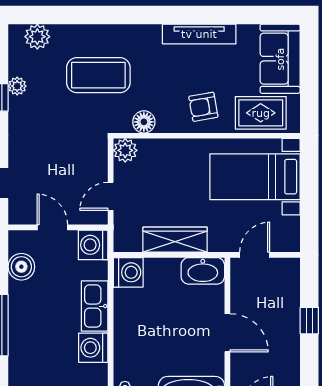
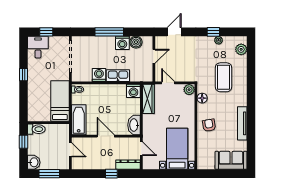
rug: (261, 113) -> (206, 151), removed
wardrobe: (175, 240) -> (148, 99), moved
washing machine: (93, 245) -> (122, 43), moved, turned 180
dresser: (290, 284) -> (128, 165), added
door: (227, 333) -> (106, 136), swing flipped

